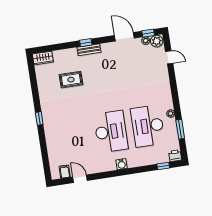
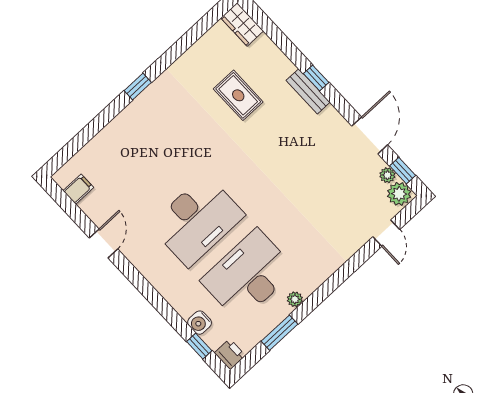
water cooler: (122, 164) -> (200, 323), moved
door: (80, 179) -> (103, 243), moved

